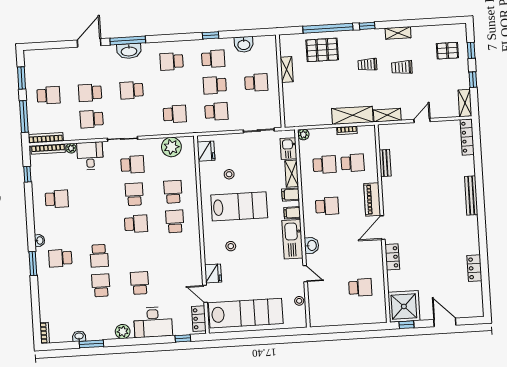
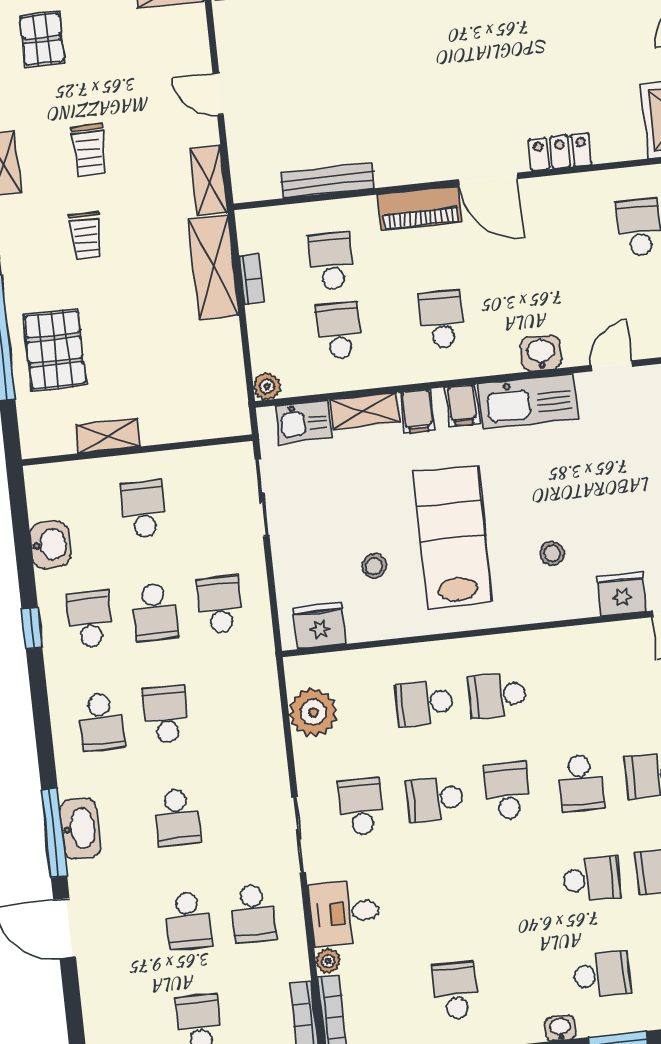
school desk: (175, 114) -> (166, 715), moved
bench: (385, 163) -> (328, 180), width x1.36
school desk: (138, 253) -> (581, 783), added
school desk: (60, 258) -> (602, 975), turned -90

